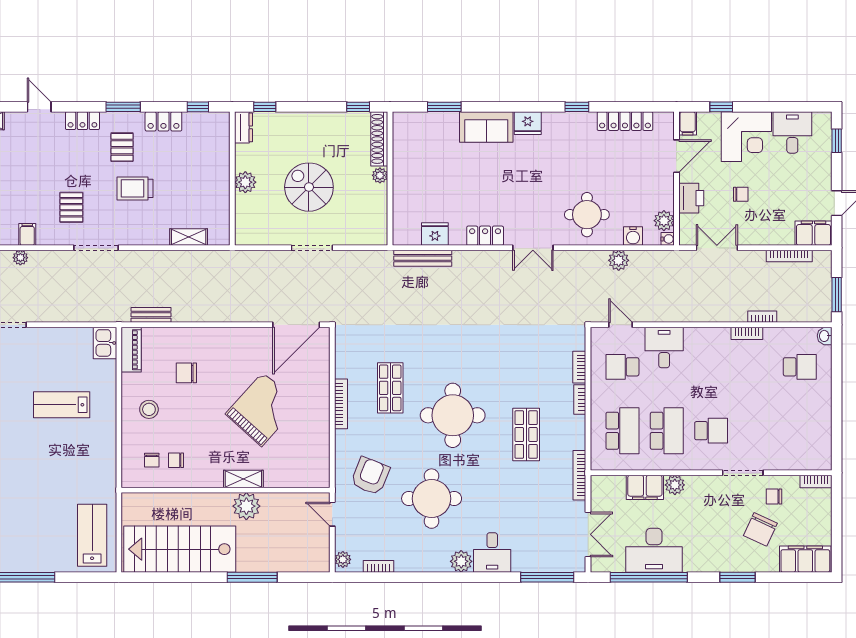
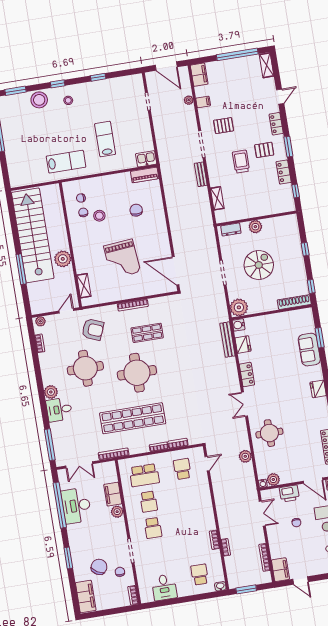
window: (265, 107) -> (305, 249), moved
dresser: (243, 127) -> (231, 230), moved
sofa: (486, 127) -> (309, 350), moved
plant: (380, 175) -> (239, 307), moved, width x1.87, depth x1.87
water cooler: (633, 236) -> (239, 325), moved
bench: (151, 315) -> (201, 174), moved
desk: (664, 347) -> (164, 587), moved, turned 90
school desk: (800, 367) -> (200, 575), turned 180
stool: (149, 409) -> (99, 216), moved
grand piano: (262, 409) -> (122, 259), turned 43
school desk: (667, 431) -> (149, 502), width x0.54
shop shelf: (526, 435) -> (133, 418), width x2.00, depth x1.36
shelving: (243, 479) -> (84, 286), moved
chair: (760, 529) -> (99, 567), turned 95
lab bench: (92, 535) -> (66, 162), moved
stairs: (180, 549) -> (33, 235), width x1.36

